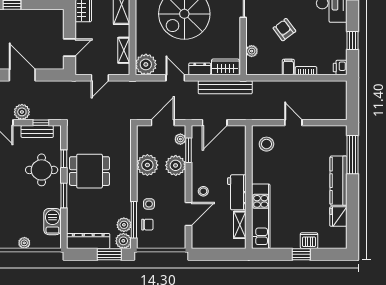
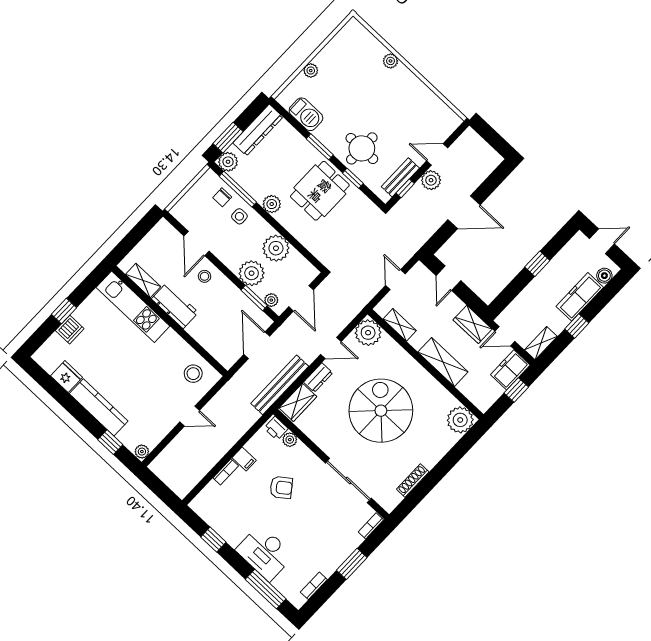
printer: (340, 68) -> (276, 428), moved, turned 180
plant: (340, 131) -> (142, 452), added
window: (352, 155) -> (110, 442), width x0.46
plant: (124, 225) -> (272, 204), moved

